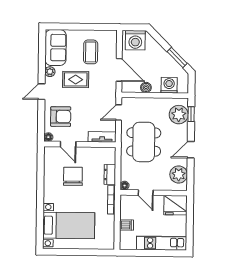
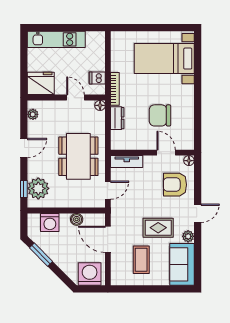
plant: (179, 174) -> (33, 114), width x0.53, depth x0.53
chair: (73, 176) -> (160, 115), turned 90
dishwasher: (127, 225) -> (97, 78), moved

